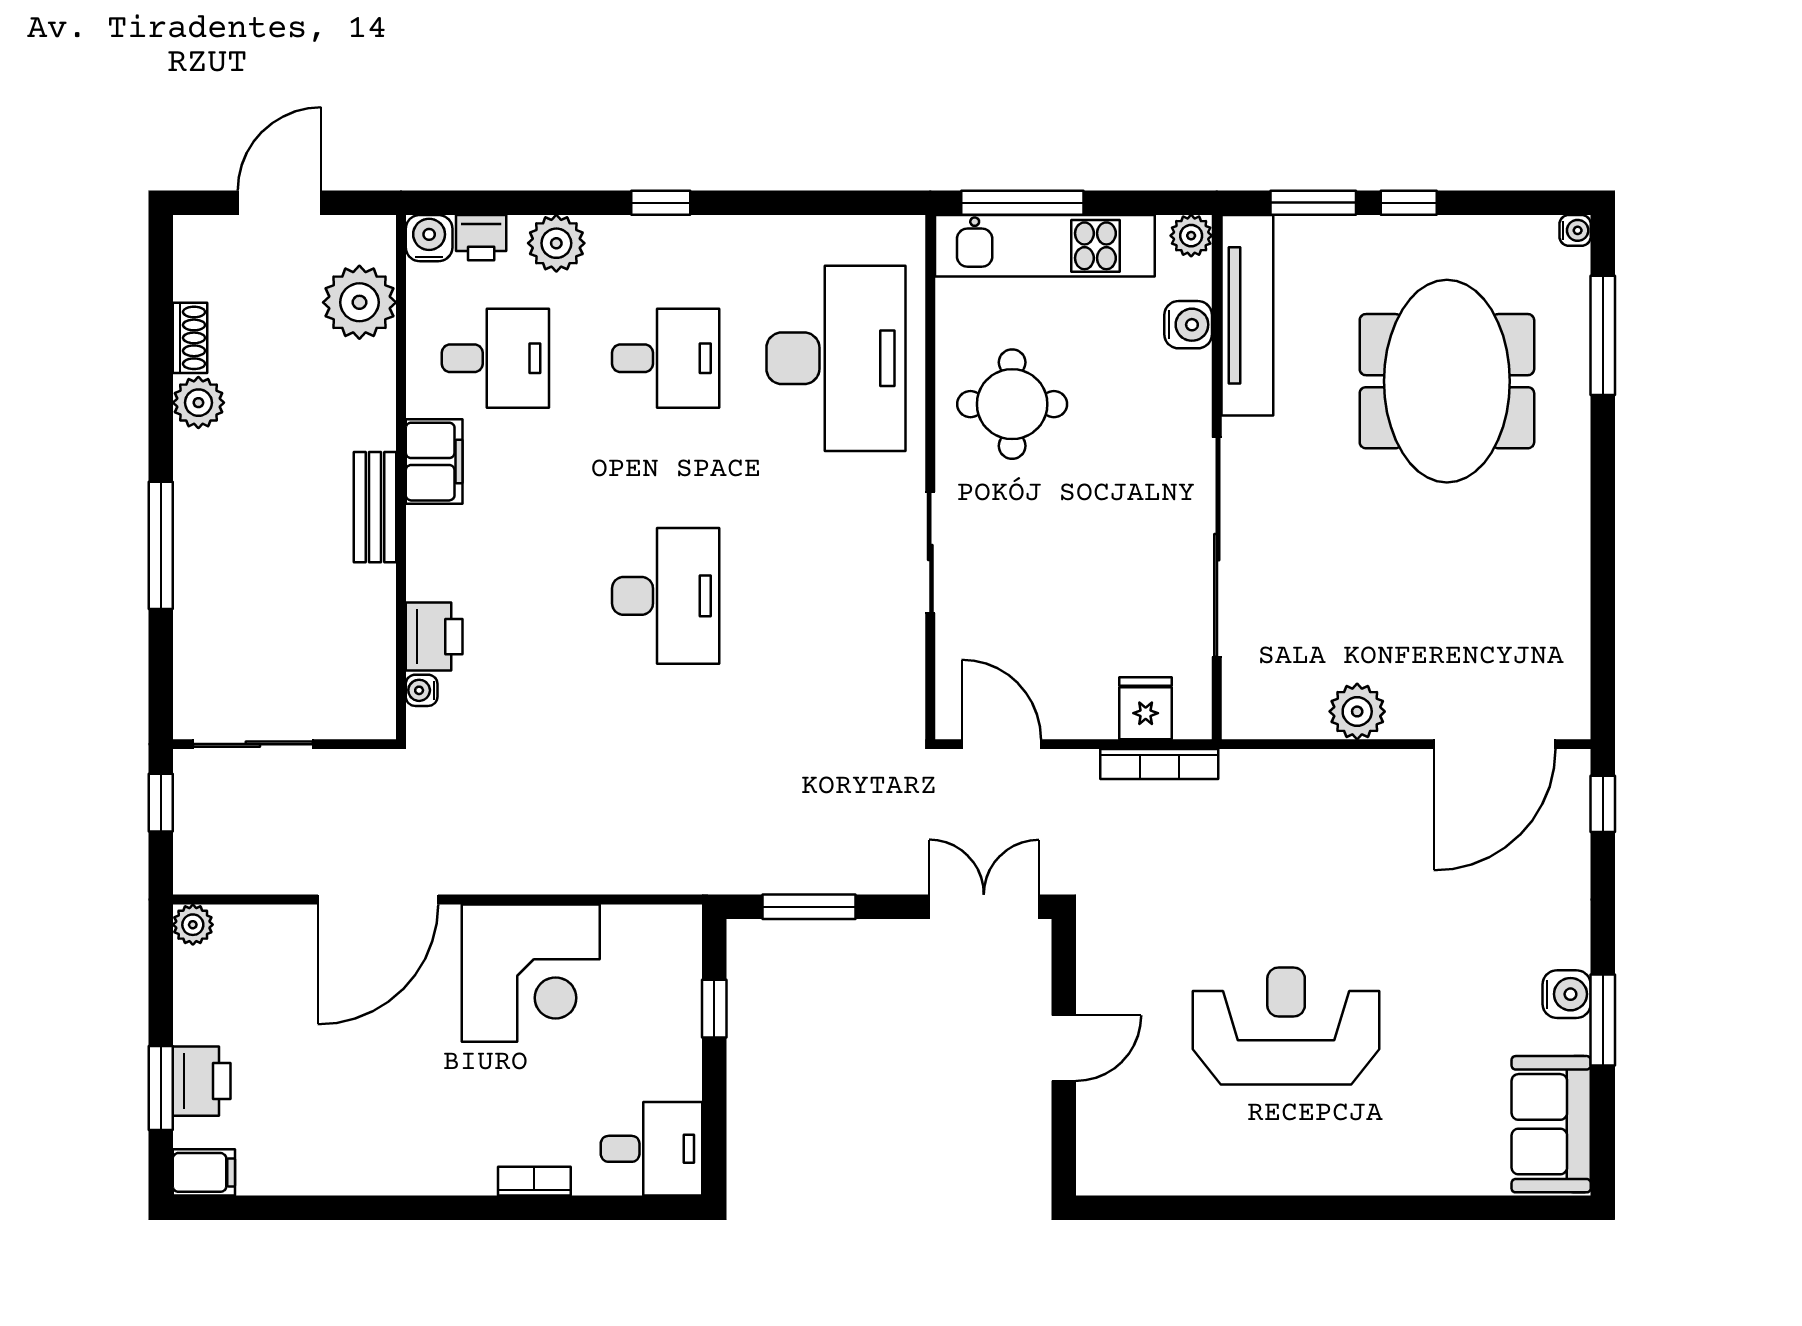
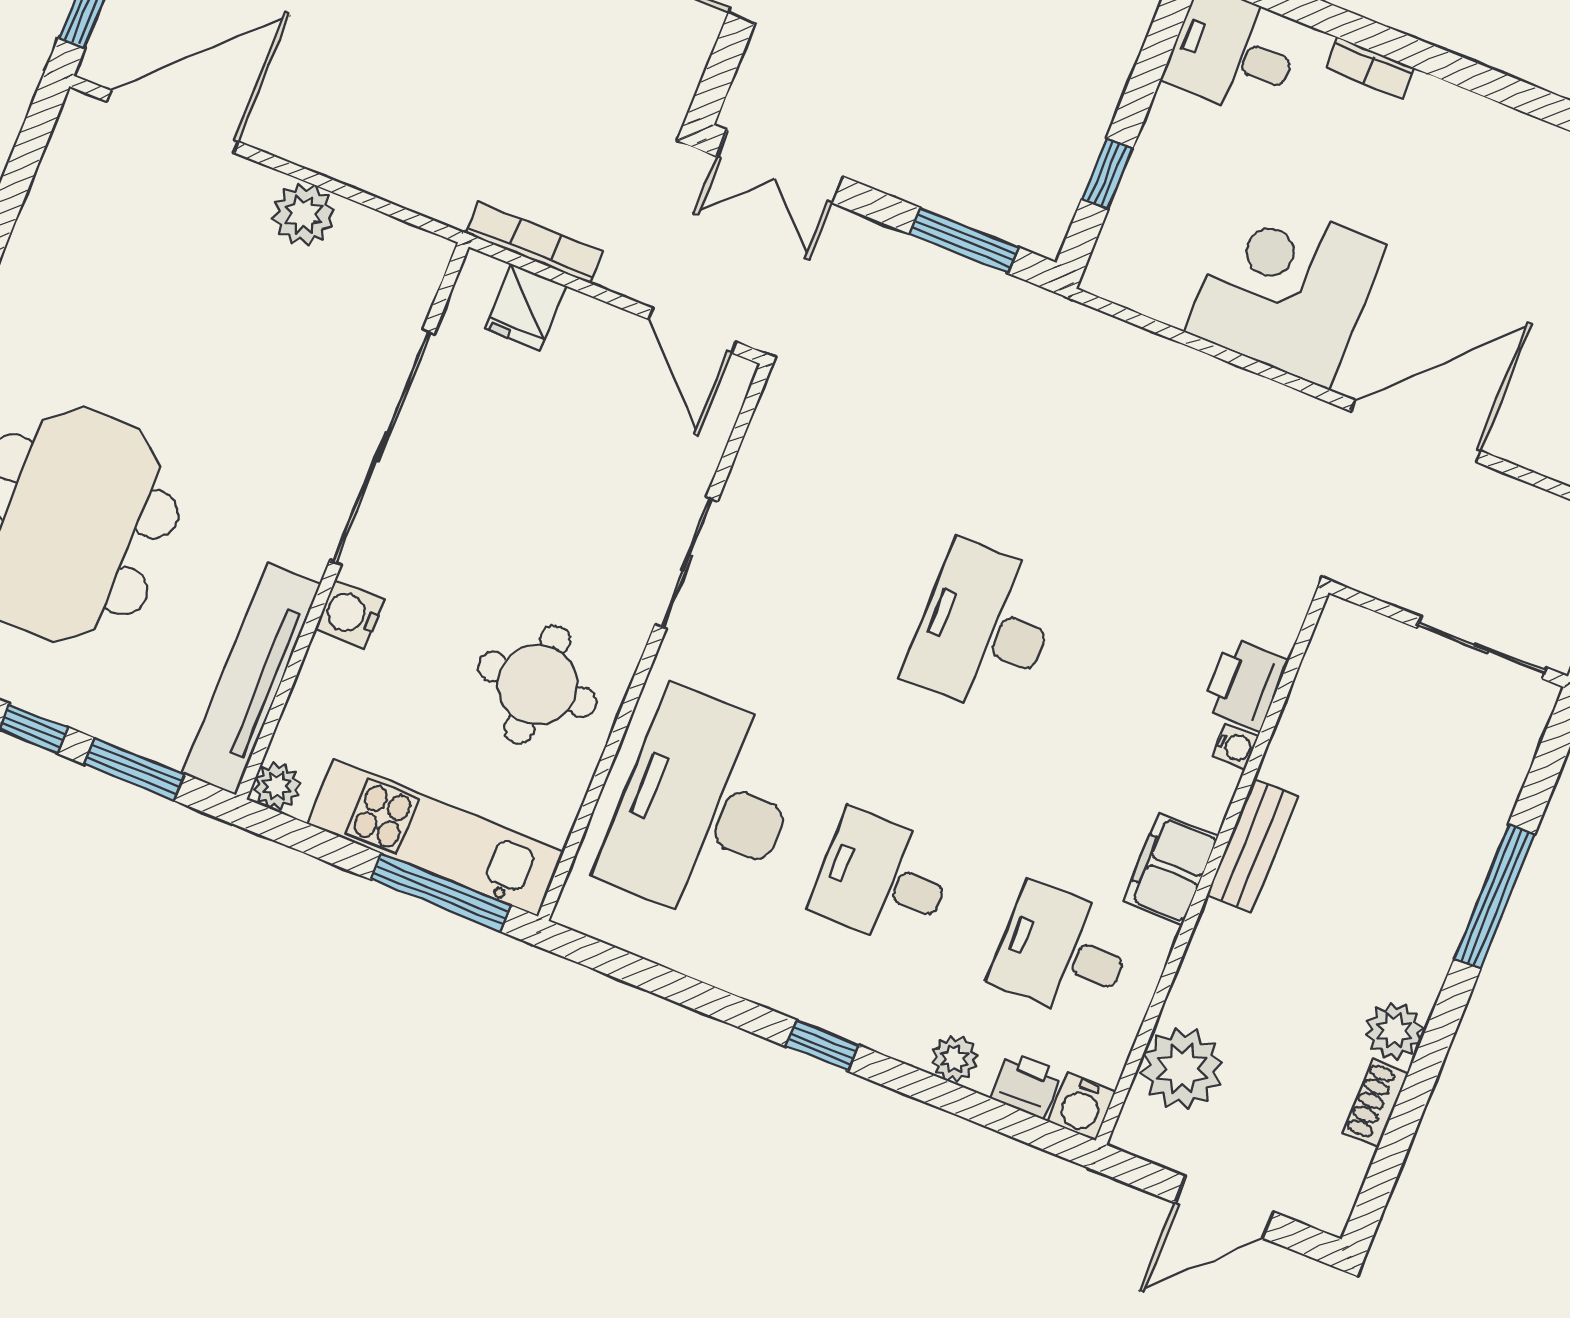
plant: (556, 243) -> (954, 1059), width x0.73, depth x0.73
water cooler: (1188, 325) -> (350, 614), moved
water cooler: (422, 690) -> (1235, 746), moved

